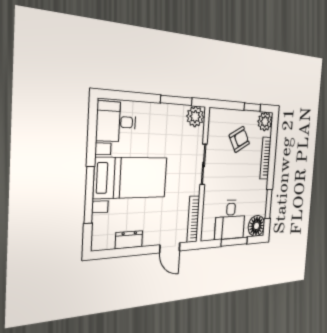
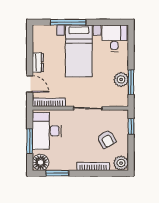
window: (252, 107) -> (131, 126), moved
plant: (195, 117) -> (121, 79), moved
desk: (230, 220) -> (47, 131), width x1.37
dresser: (129, 240) -> (38, 63), moved
door: (170, 248) -> (30, 84), swing flipped

